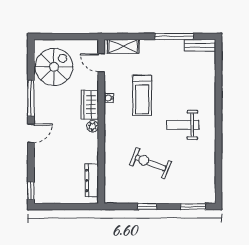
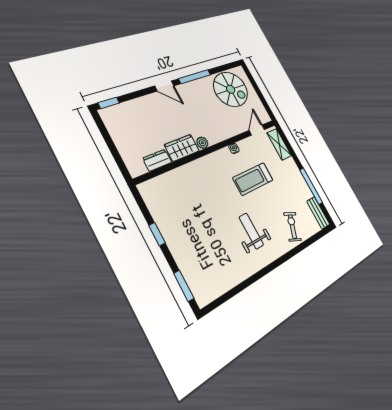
wardrobe: (90, 105) -> (182, 148), moved
exercise bike: (150, 163) -> (292, 227), moved, width x0.73, depth x0.72
dresser: (92, 180) -> (157, 160), width x0.70

